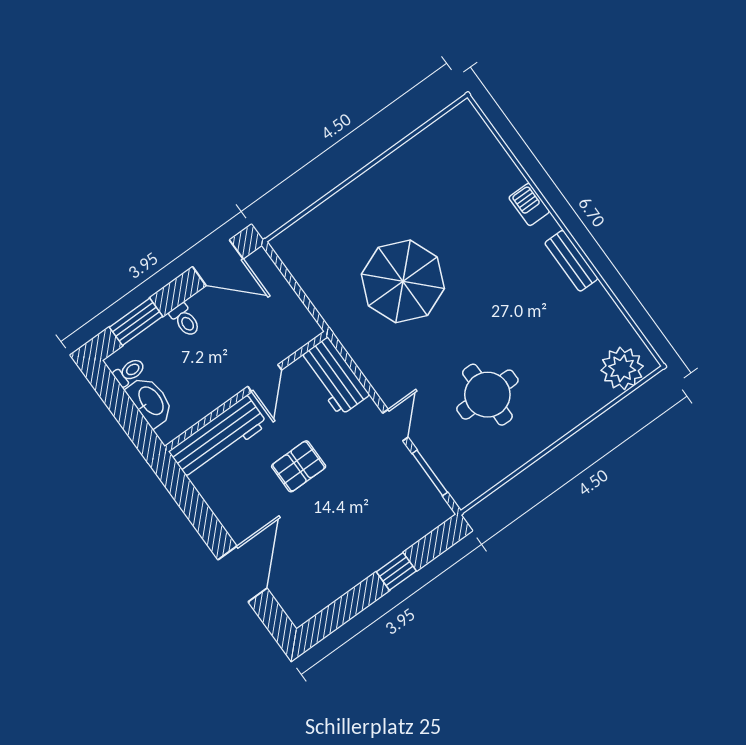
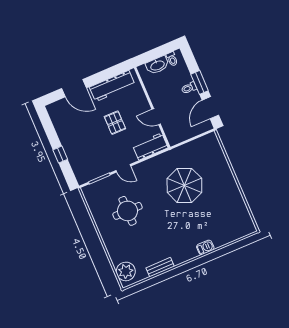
bench: (571, 261) -> (160, 267), moved
window: (136, 322) -> (200, 82), moved
workbench: (218, 438) -> (112, 86), moved, turned -90

